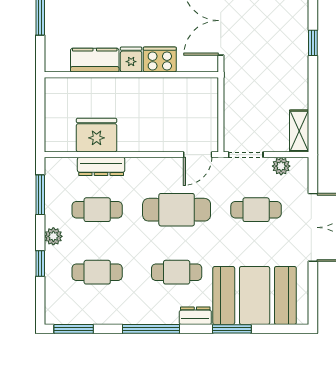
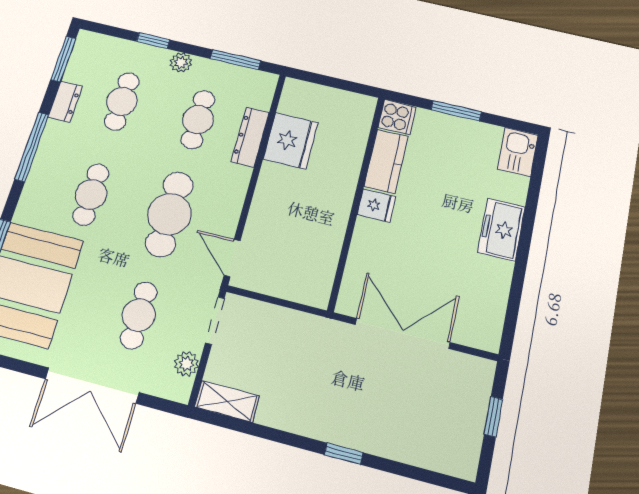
cooker: (160, 60) -> (397, 117), moved, width x0.73
dresser: (195, 316) -> (65, 102), moved

